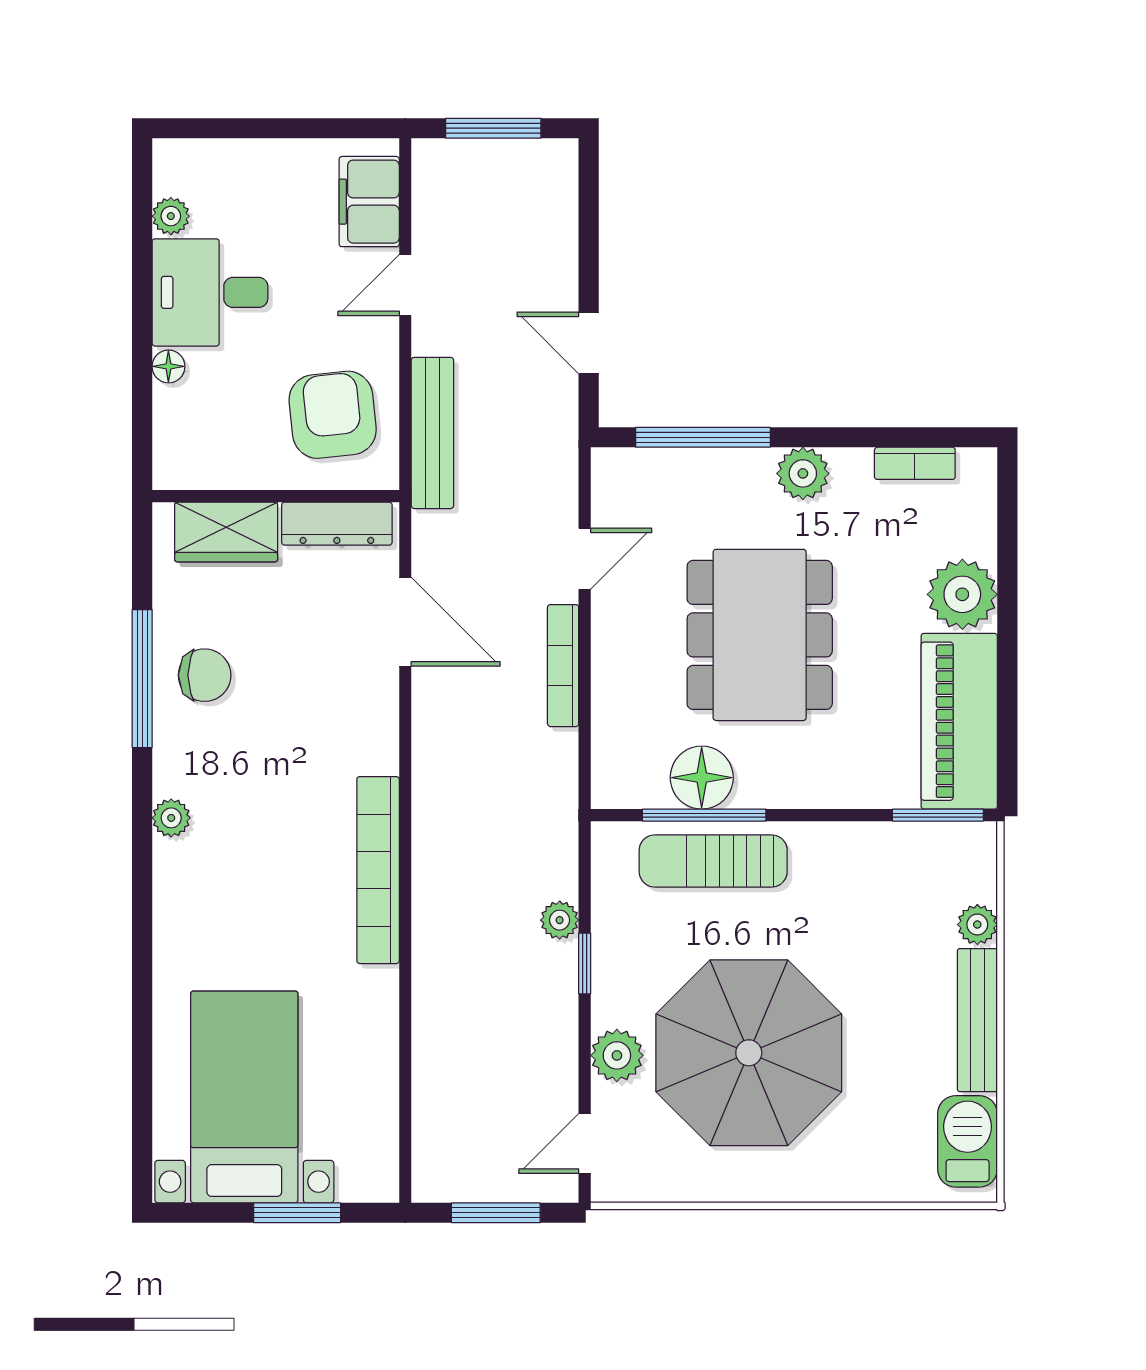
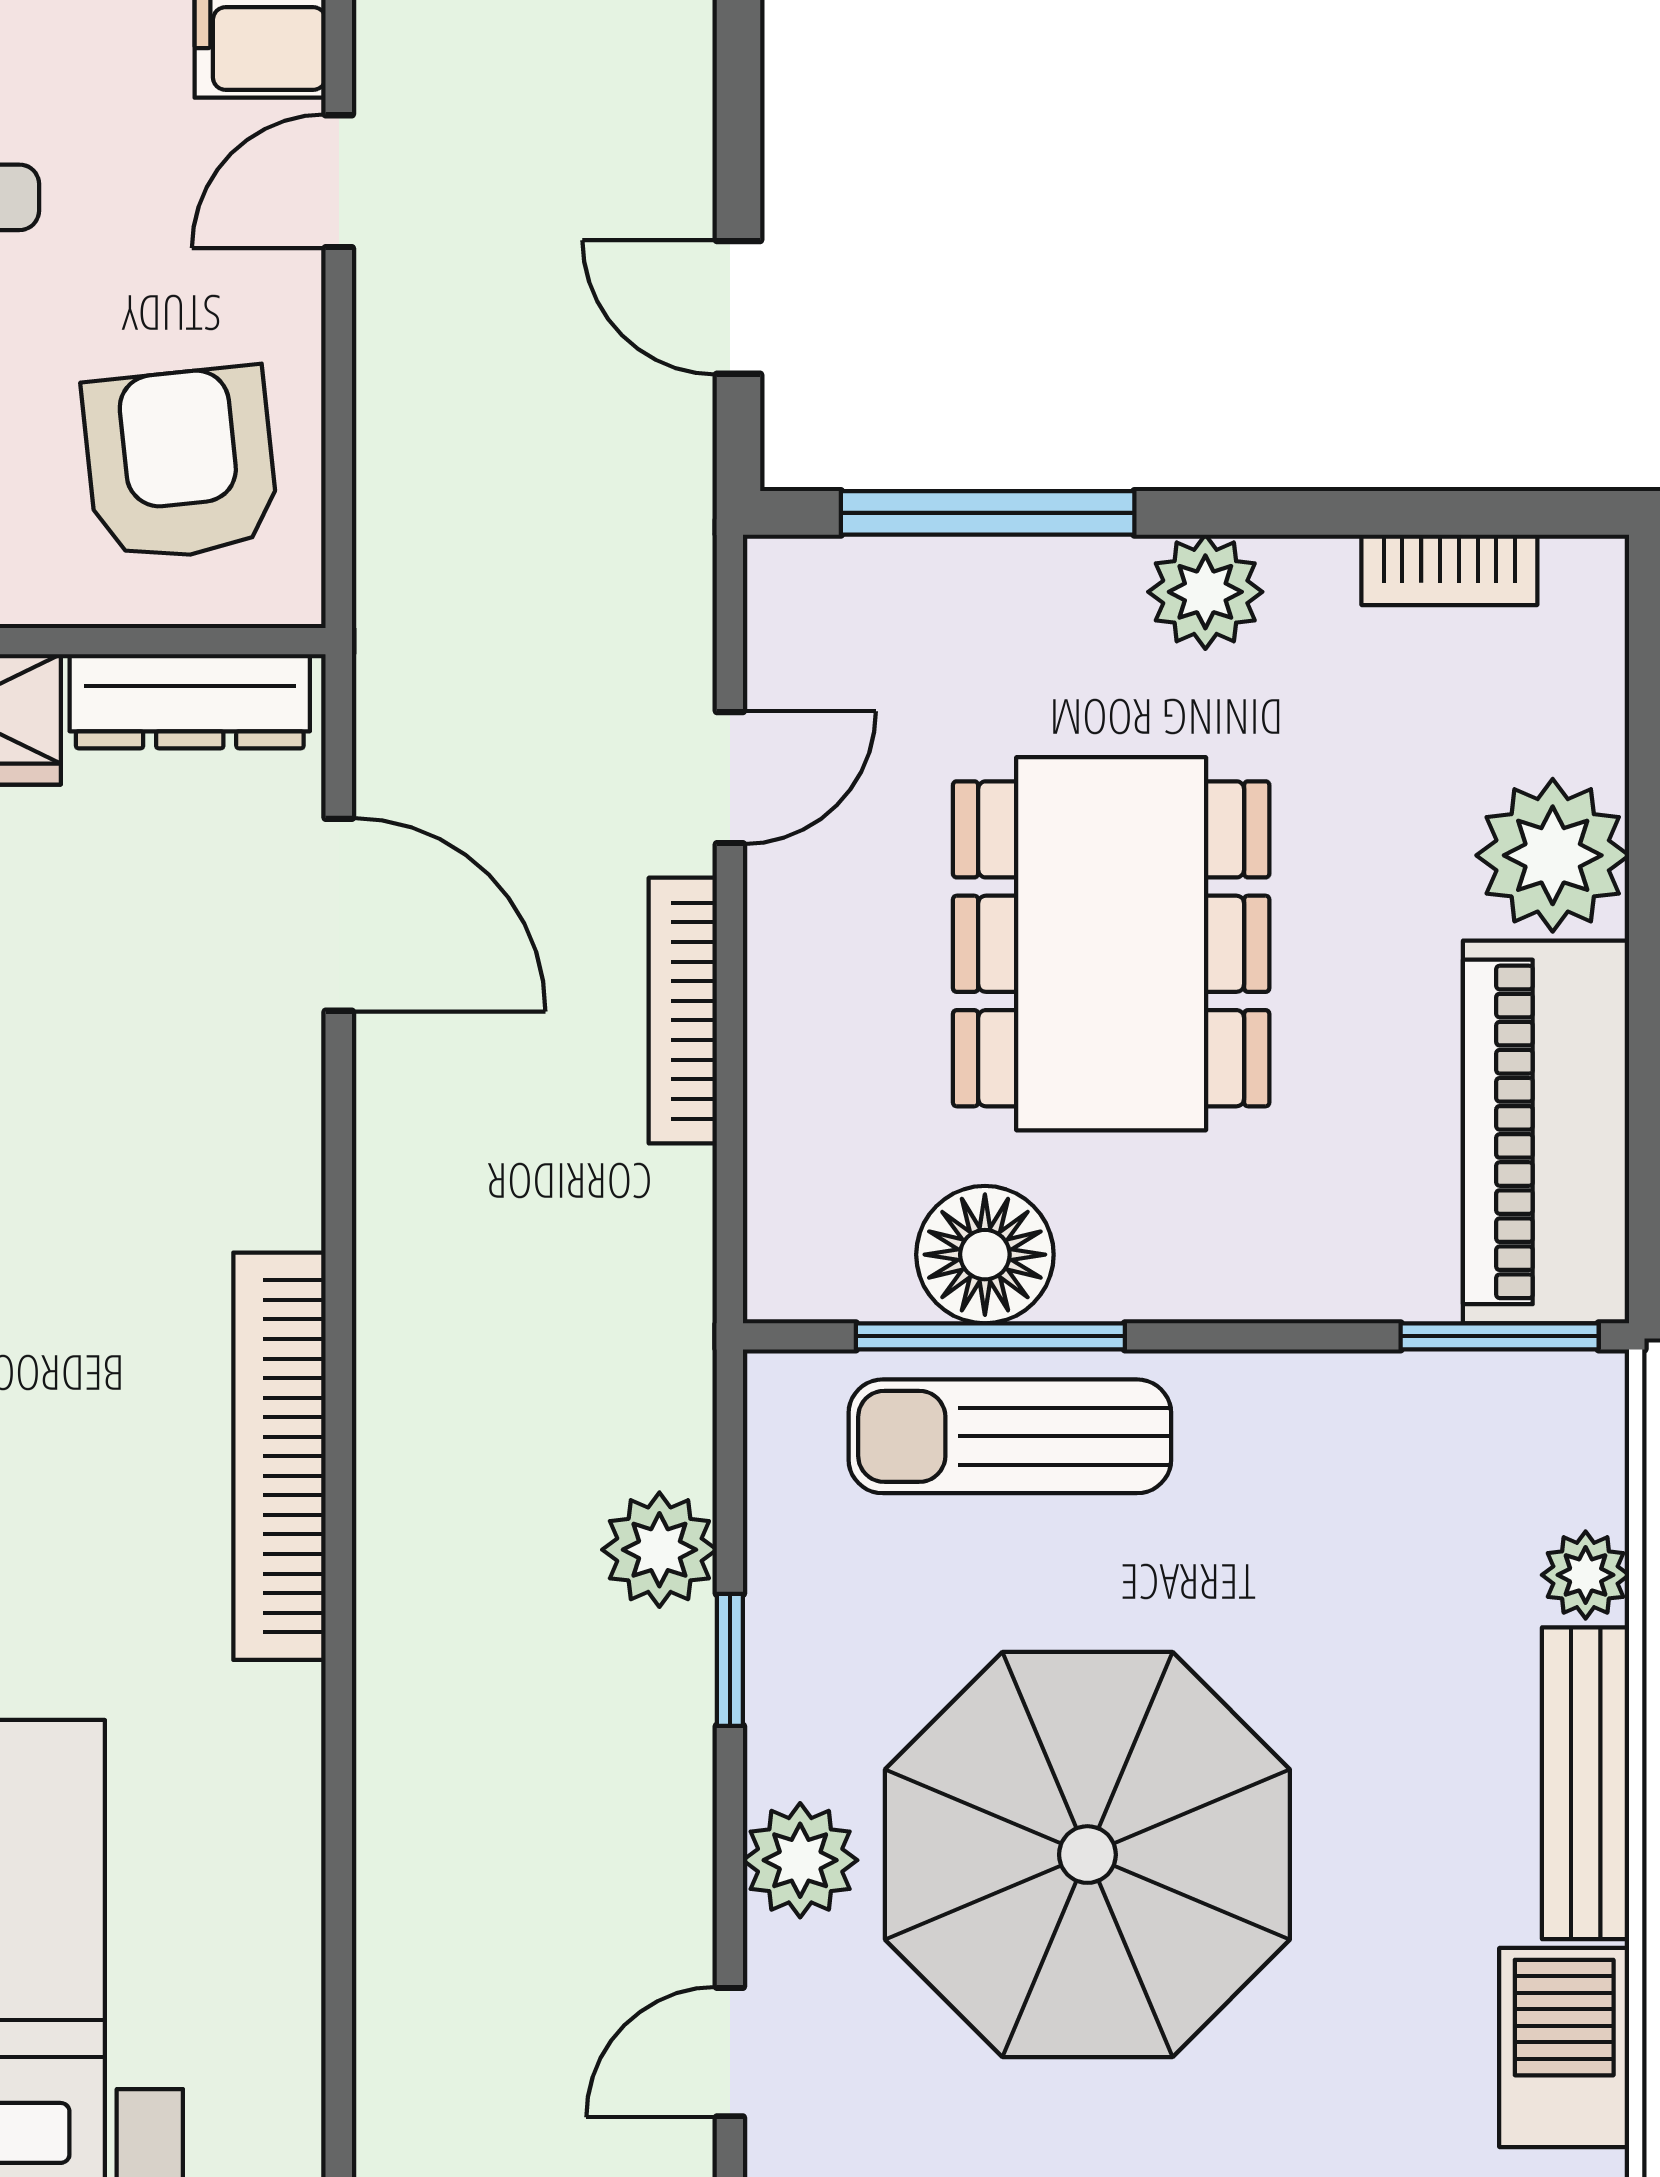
bench: (432, 433) -> (398, 504), removed
plant: (560, 920) -> (659, 1550), width x1.38, depth x1.38

